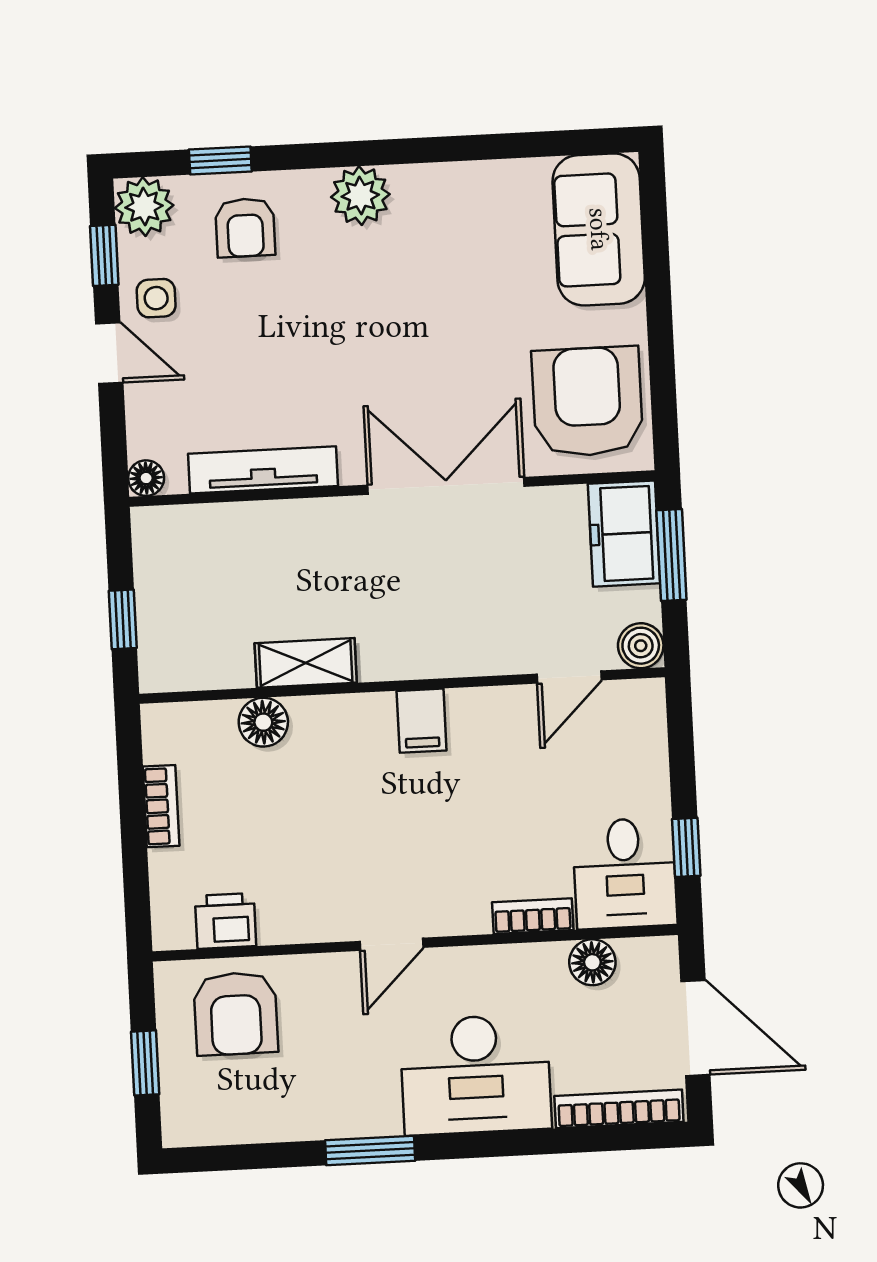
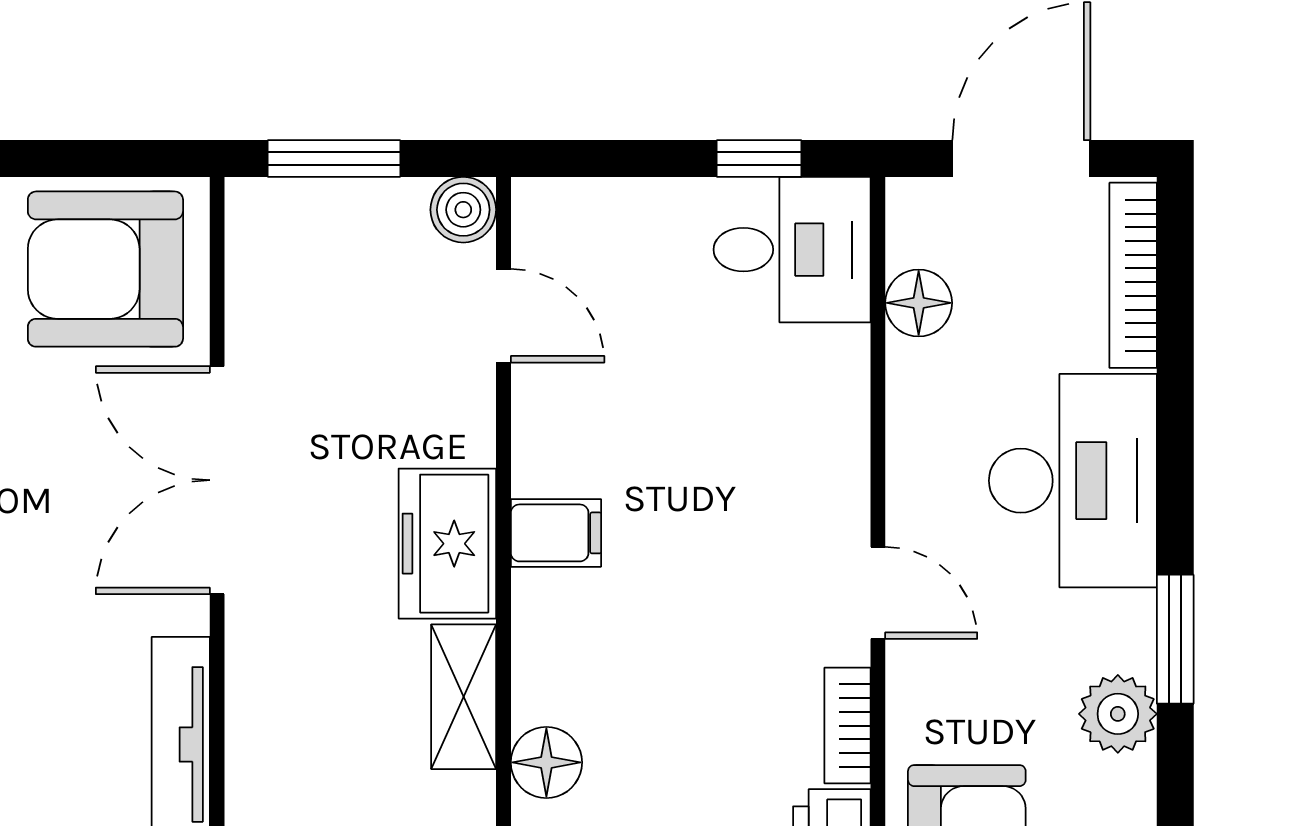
freezer: (624, 534) -> (447, 544), moved, turned 90
bookcase: (533, 916) -> (847, 726), moved
plant: (317, 1114) -> (1118, 714), added

